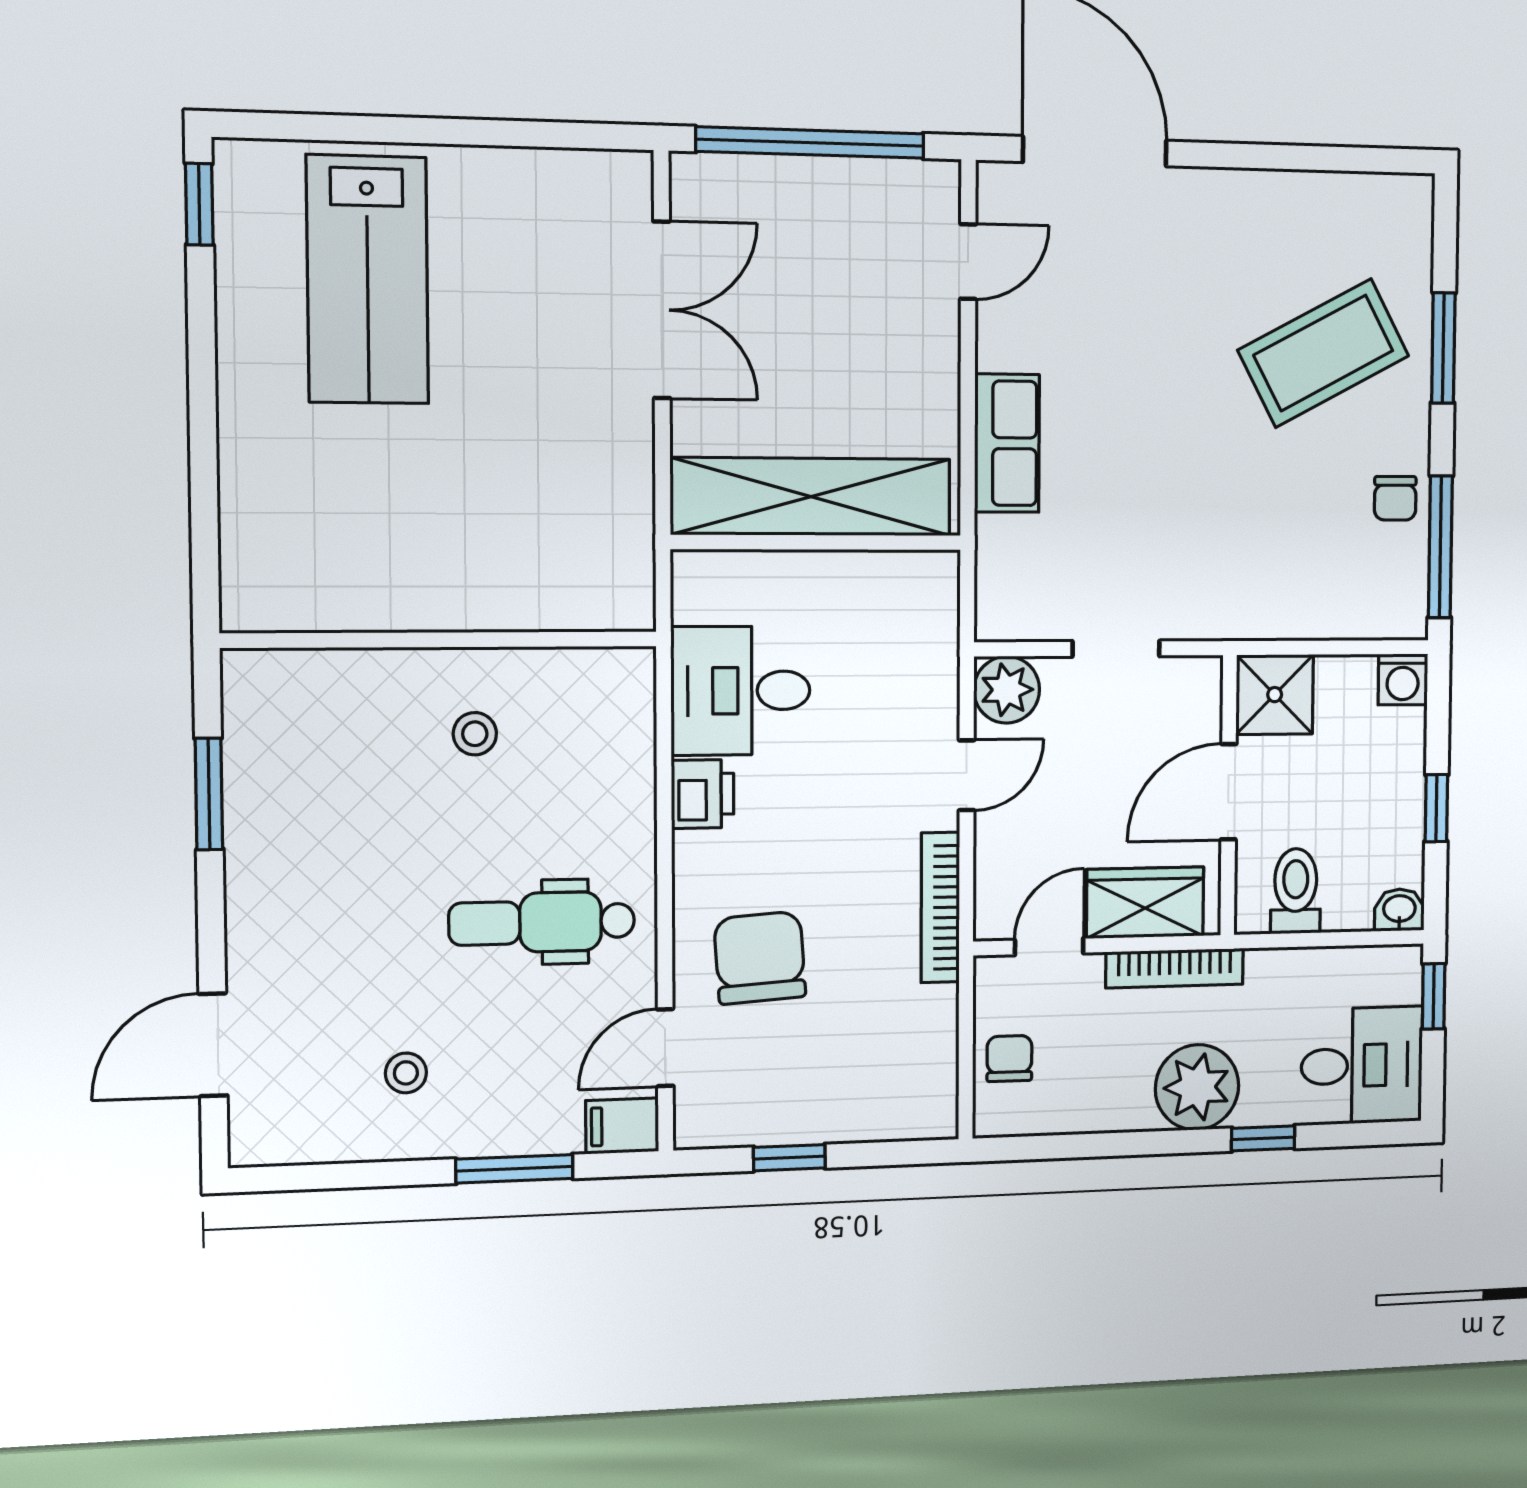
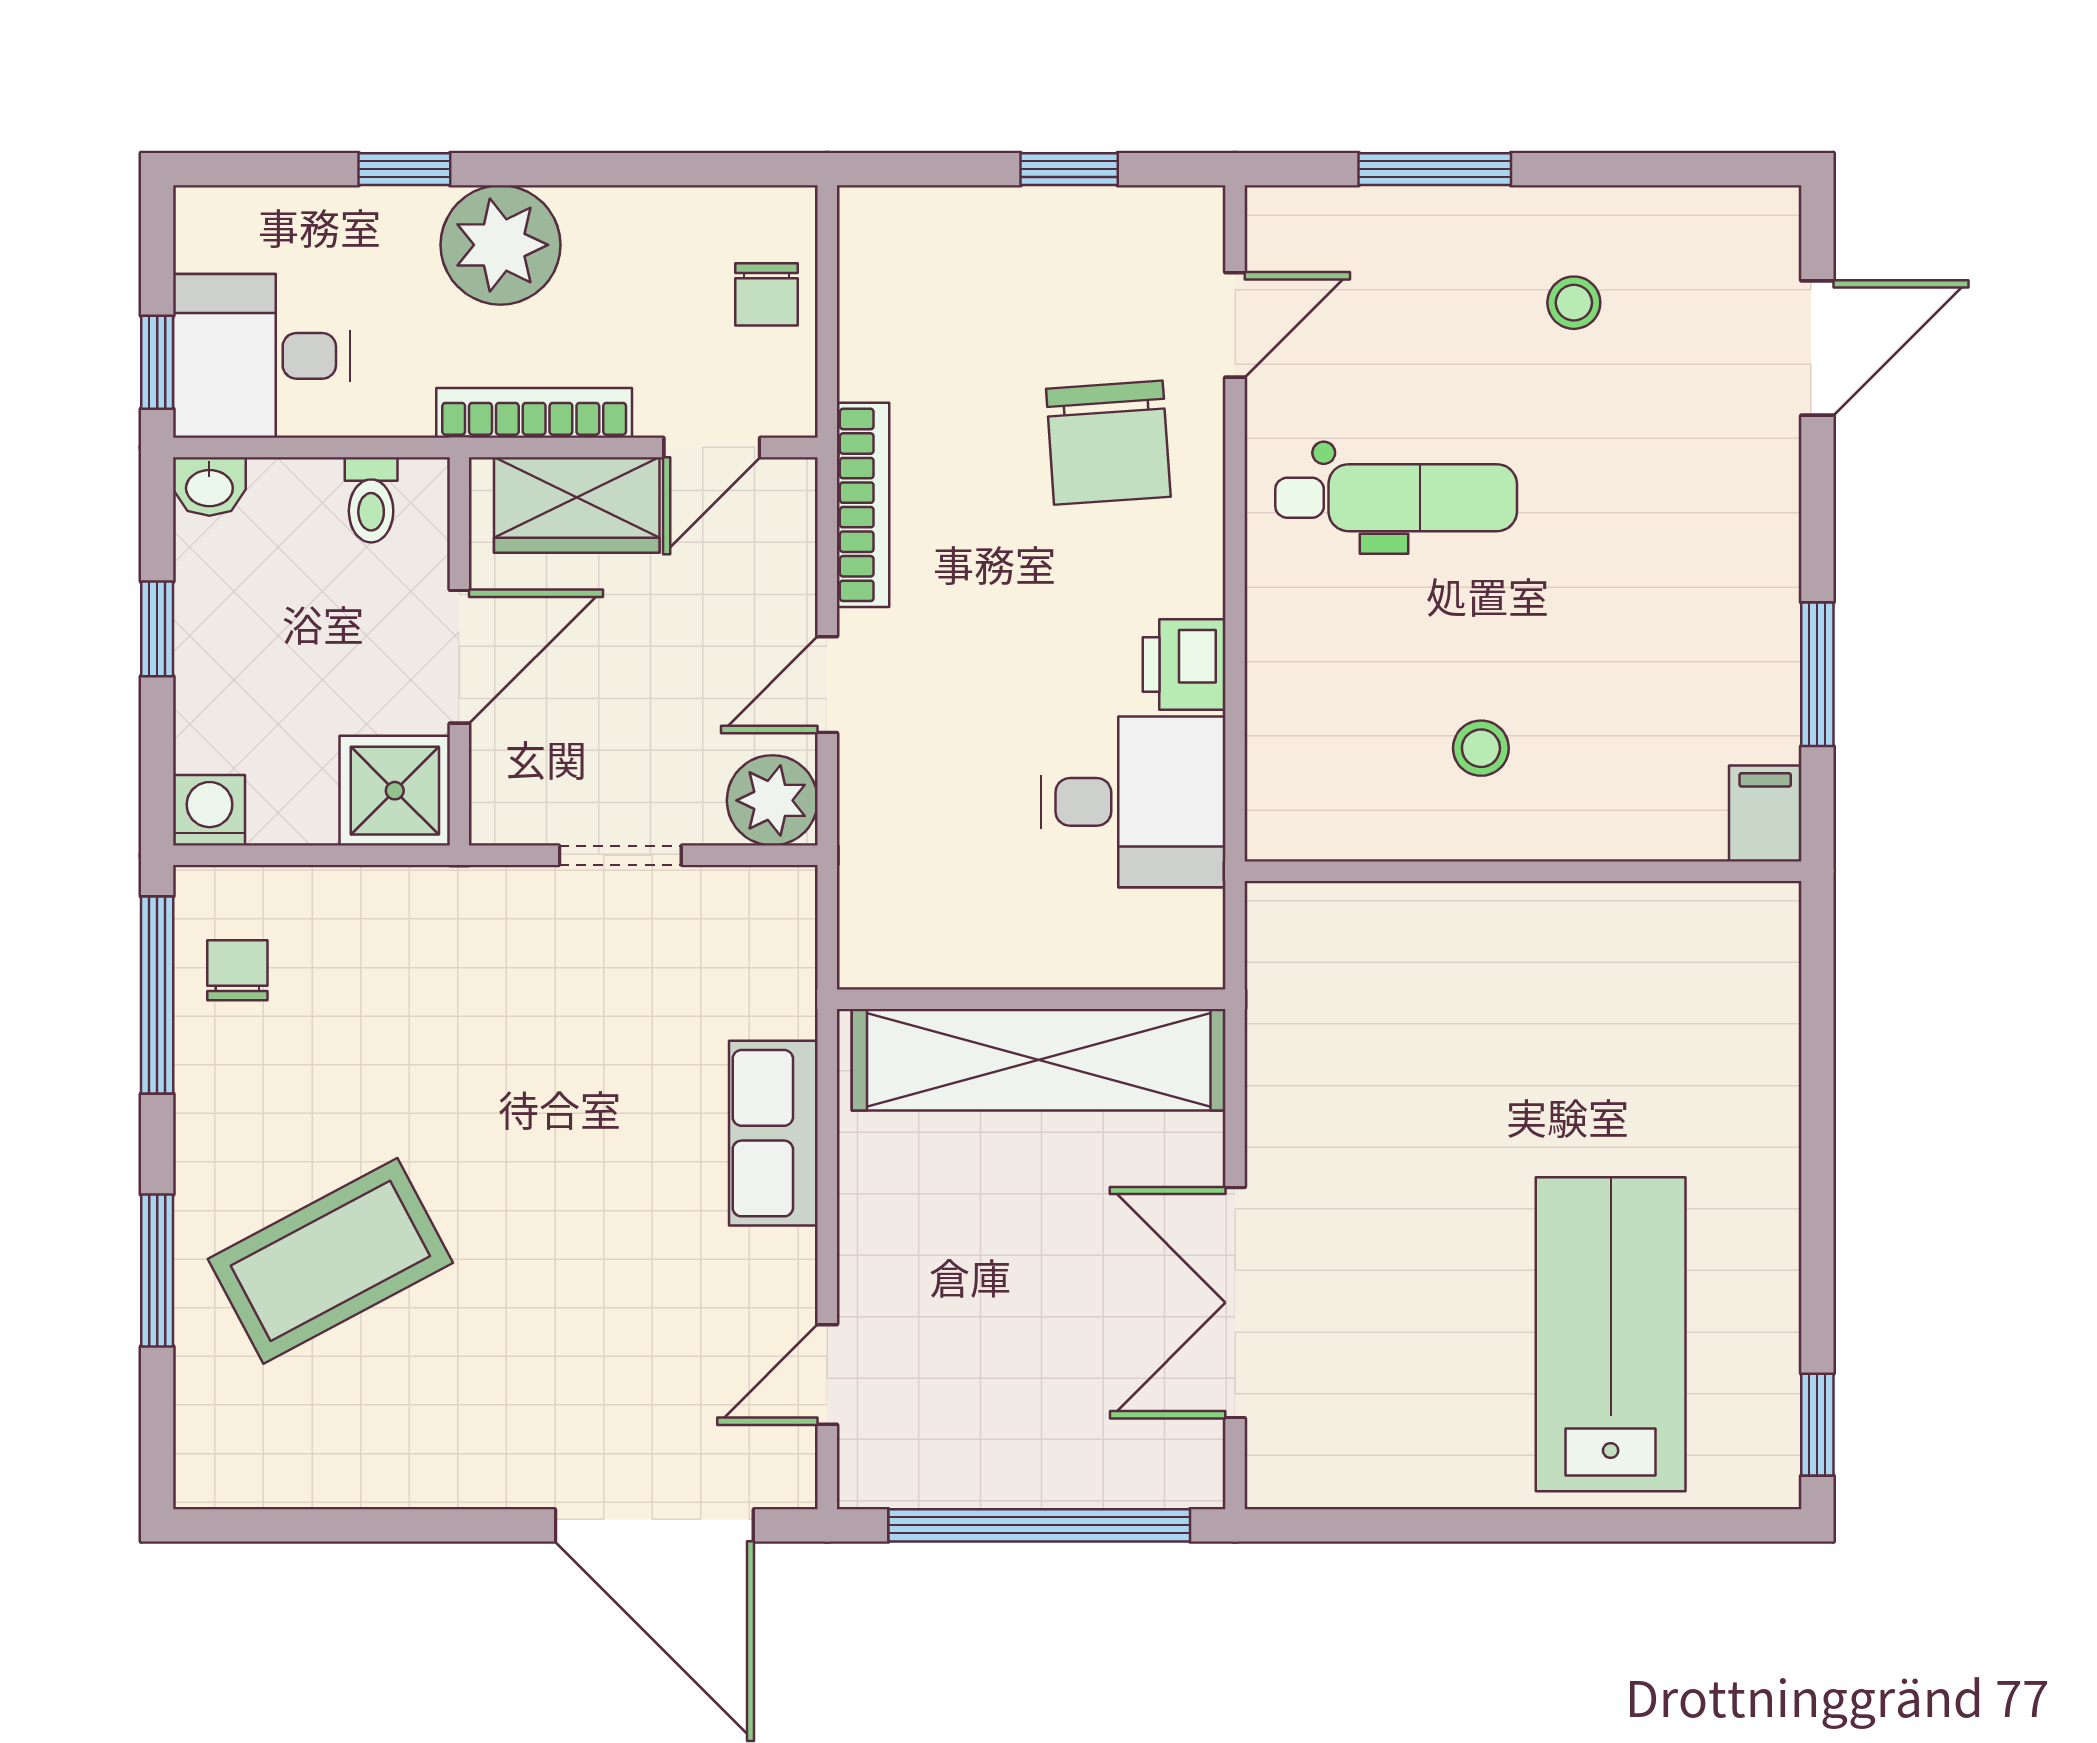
chair: (1395, 498) -> (237, 970), moved
toilet: (1296, 891) -> (371, 500), width x0.73, depth x0.72
desk: (1362, 1066) -> (262, 356), moved
filing cabinet: (622, 1126) -> (1765, 814), moved, turned -90

